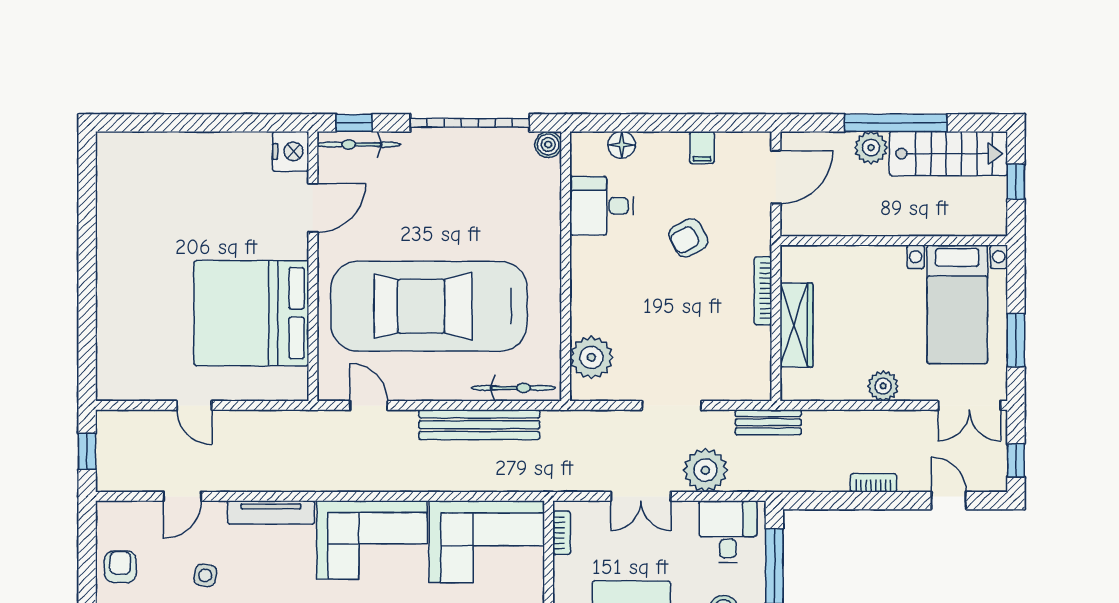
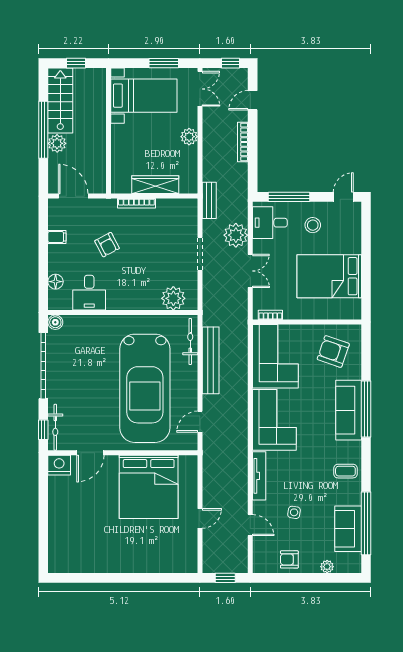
door: (313, 208) -> (90, 453), swing flipped
bookcase: (873, 483) -> (243, 142), width x1.56

